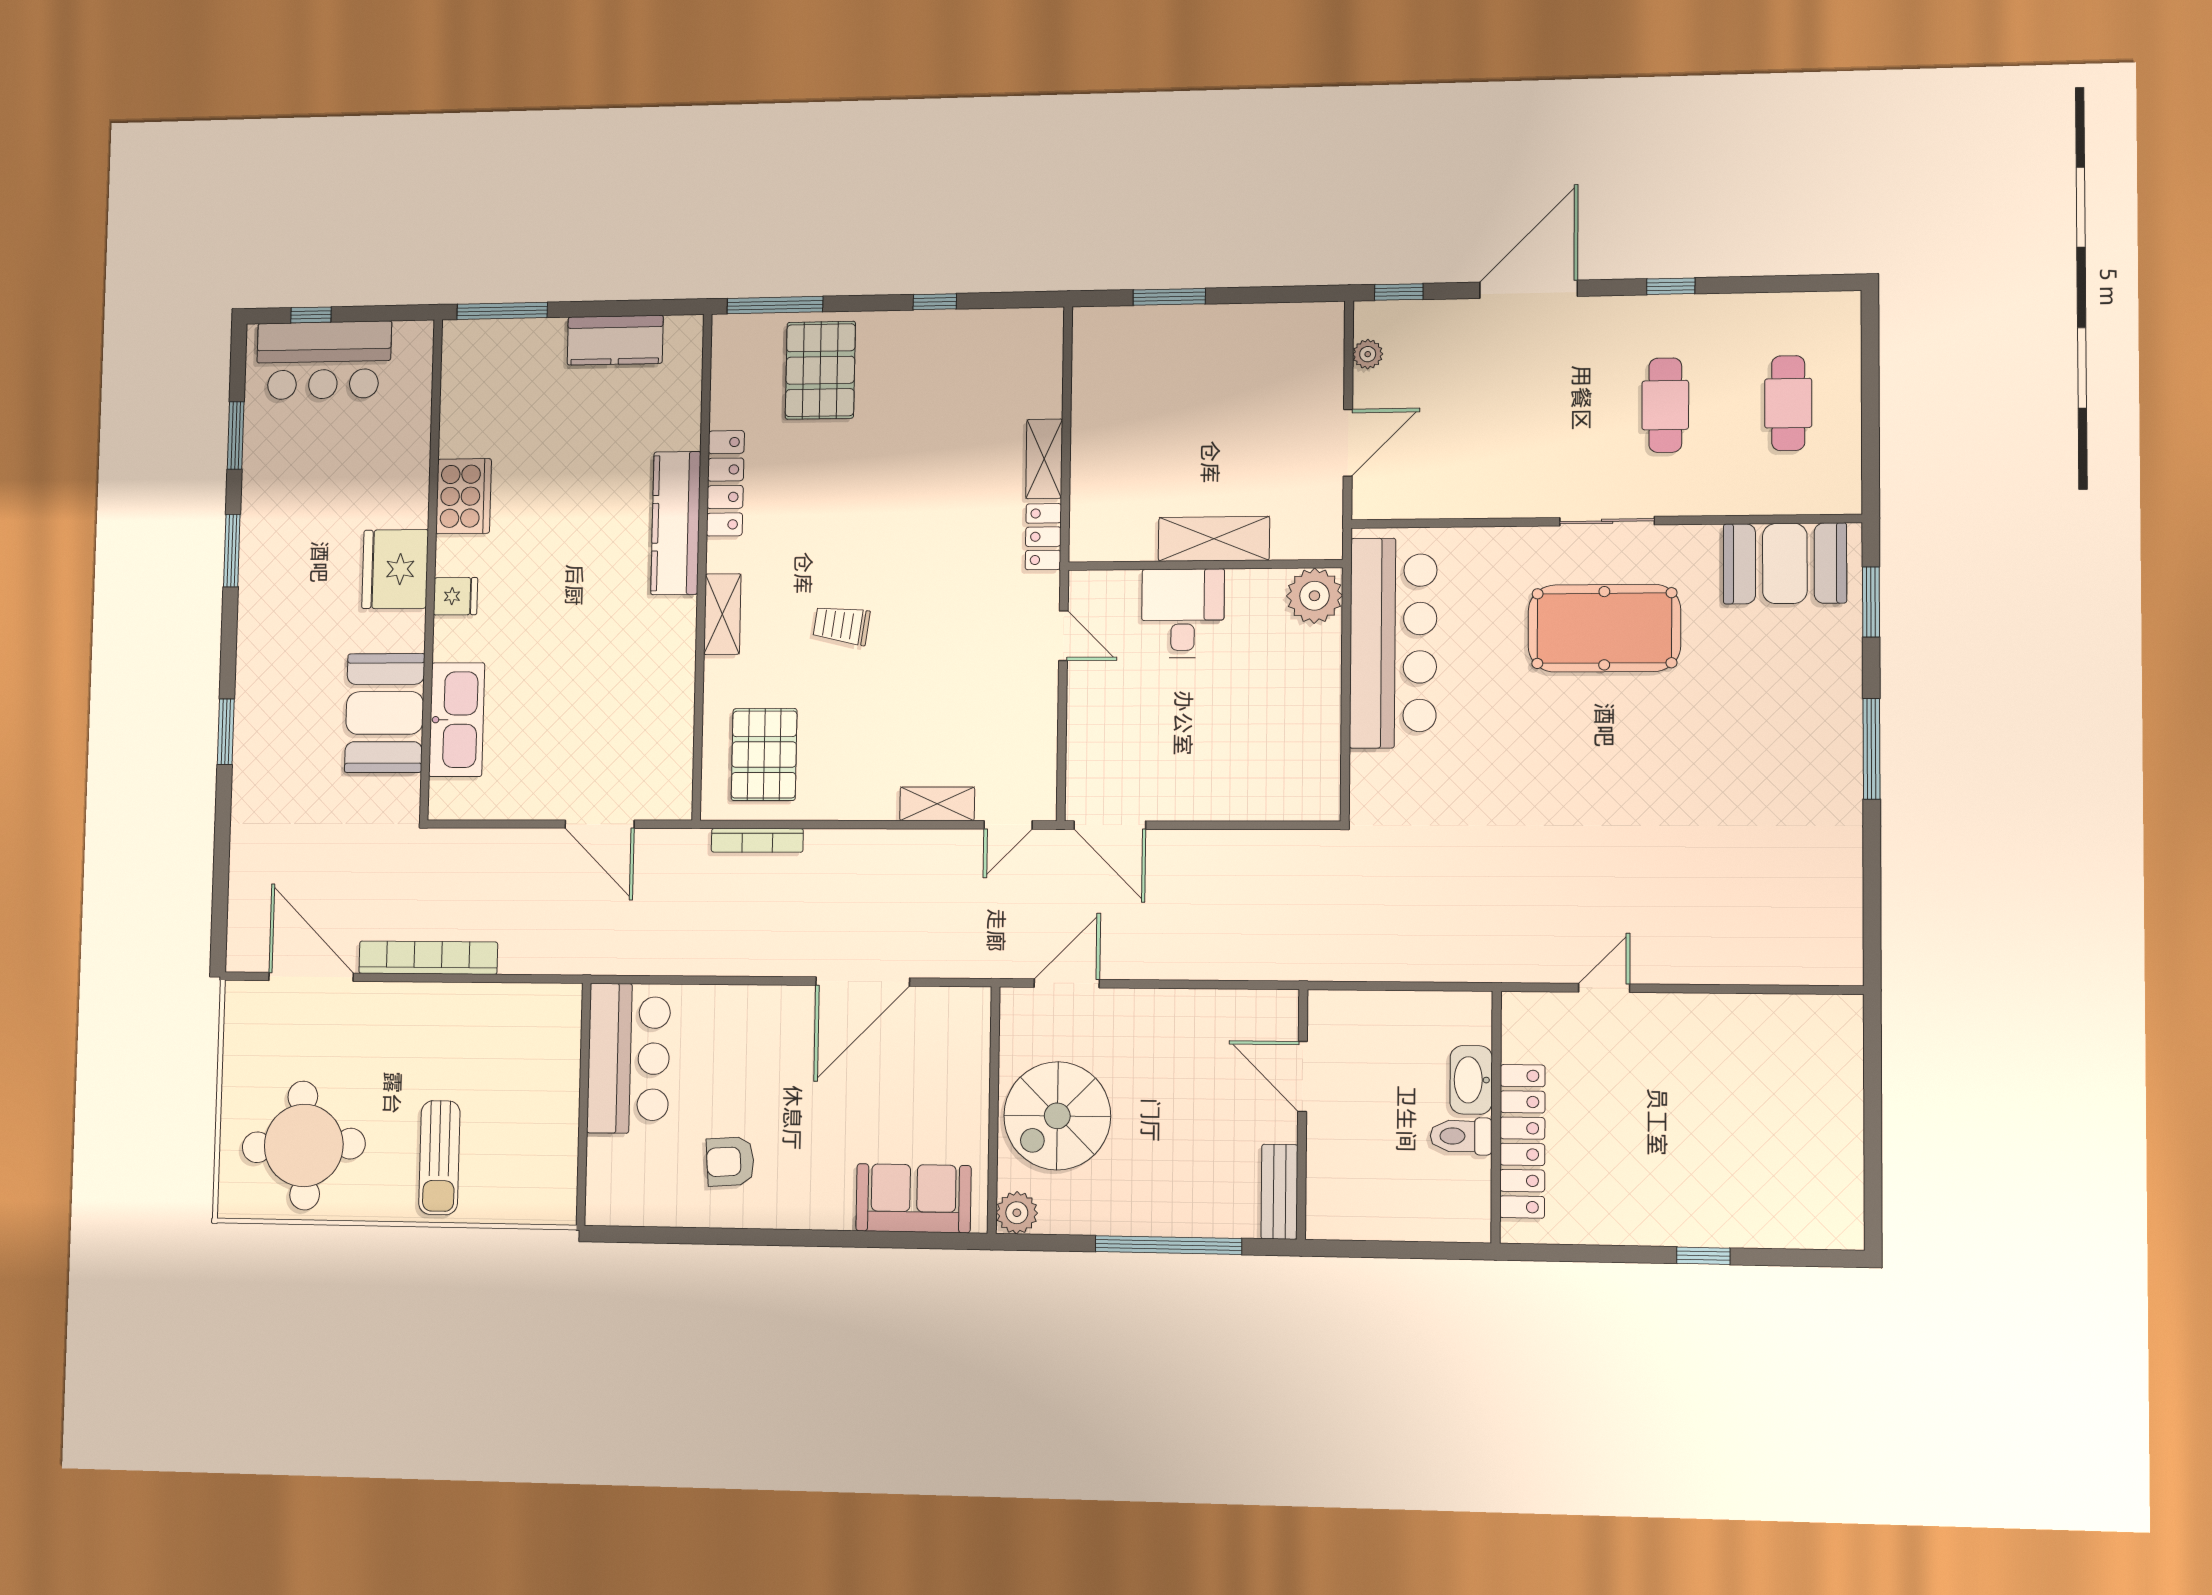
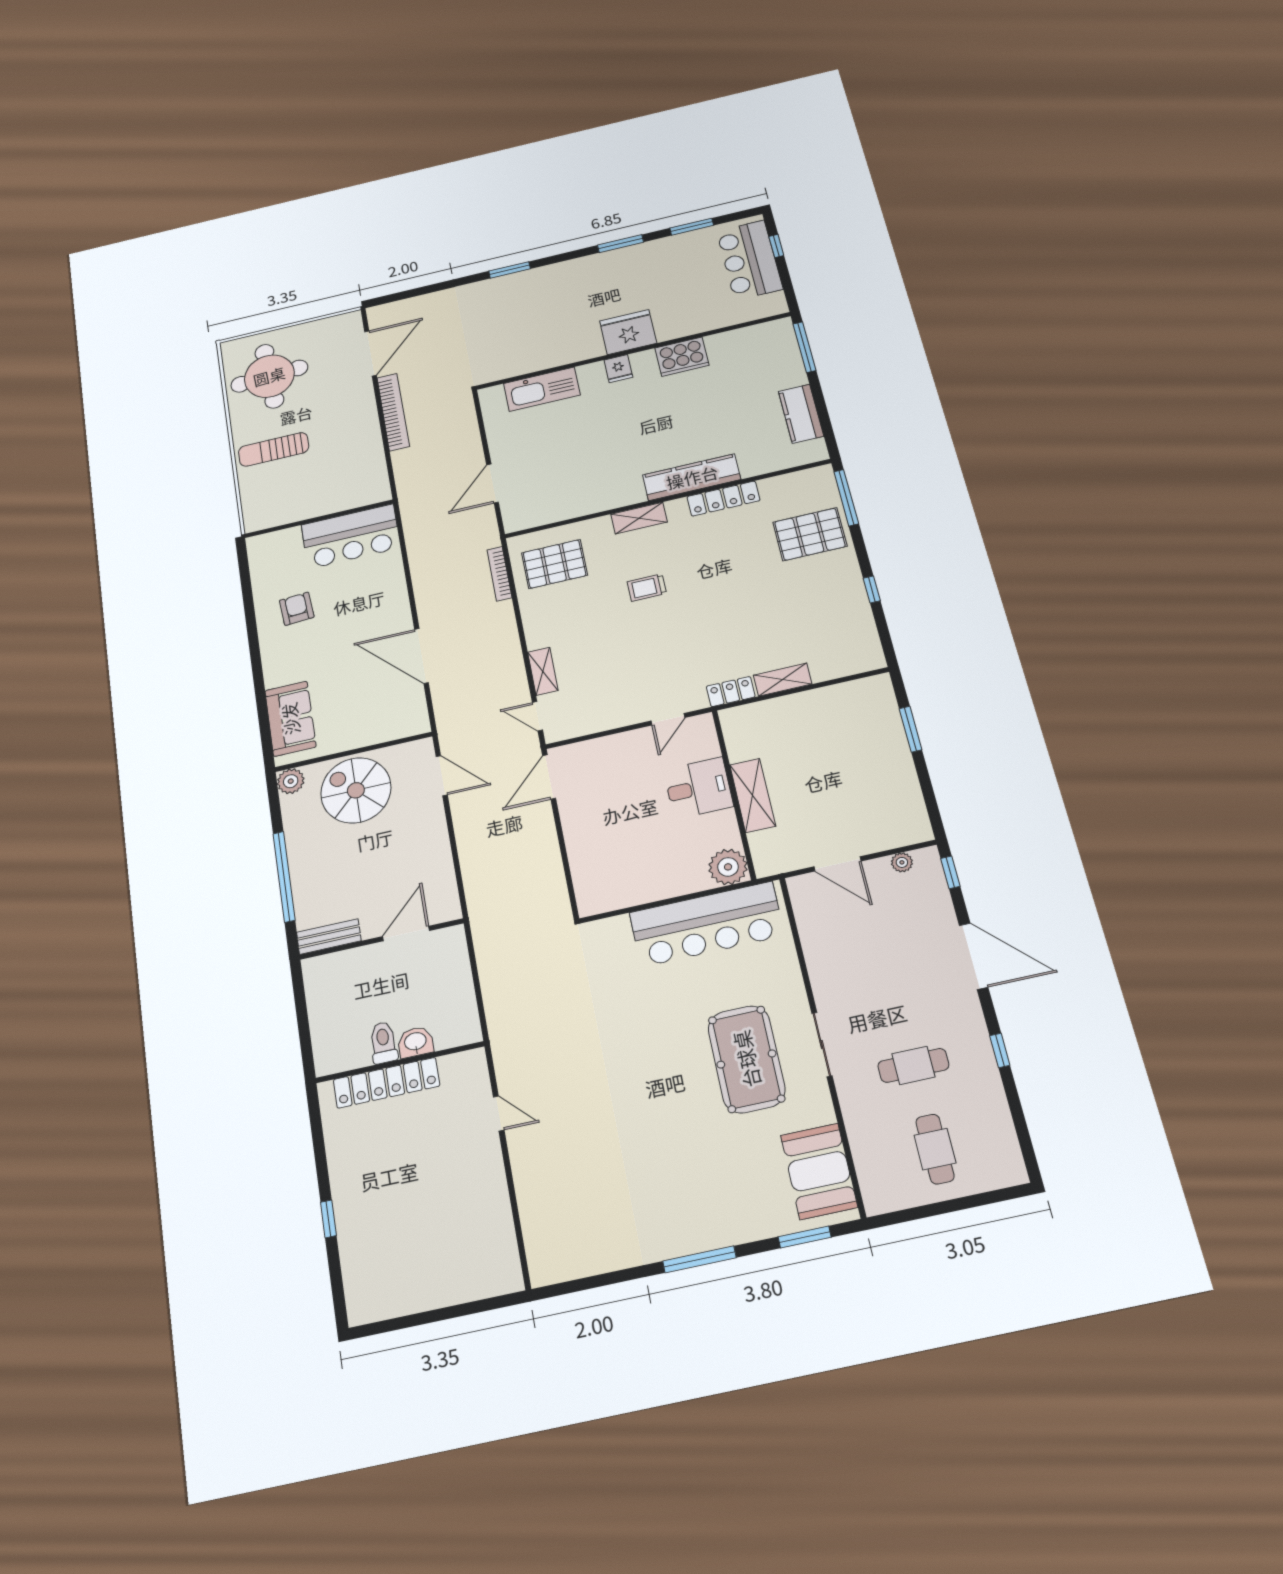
cafe table: (1788, 403) -> (935, 1149), turned 90
trolley: (842, 625) -> (647, 588), turned -98
booth: (385, 713) -> (538, 350), removed
washbasin: (1471, 1080) -> (415, 1042), width x0.72

